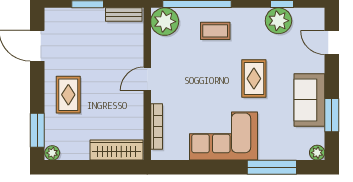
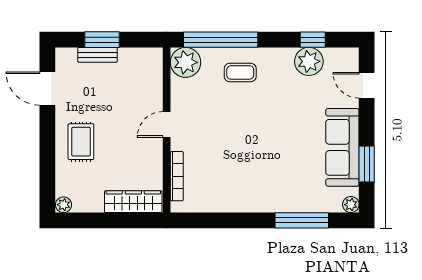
bench: (124, 15) -> (97, 55), moved
rug: (254, 79) -> (282, 124), removed
sofa: (309, 100) -> (342, 147), width x1.36
window: (37, 130) -> (47, 180), removed
corner sofa: (223, 136) -> (249, 186), removed

